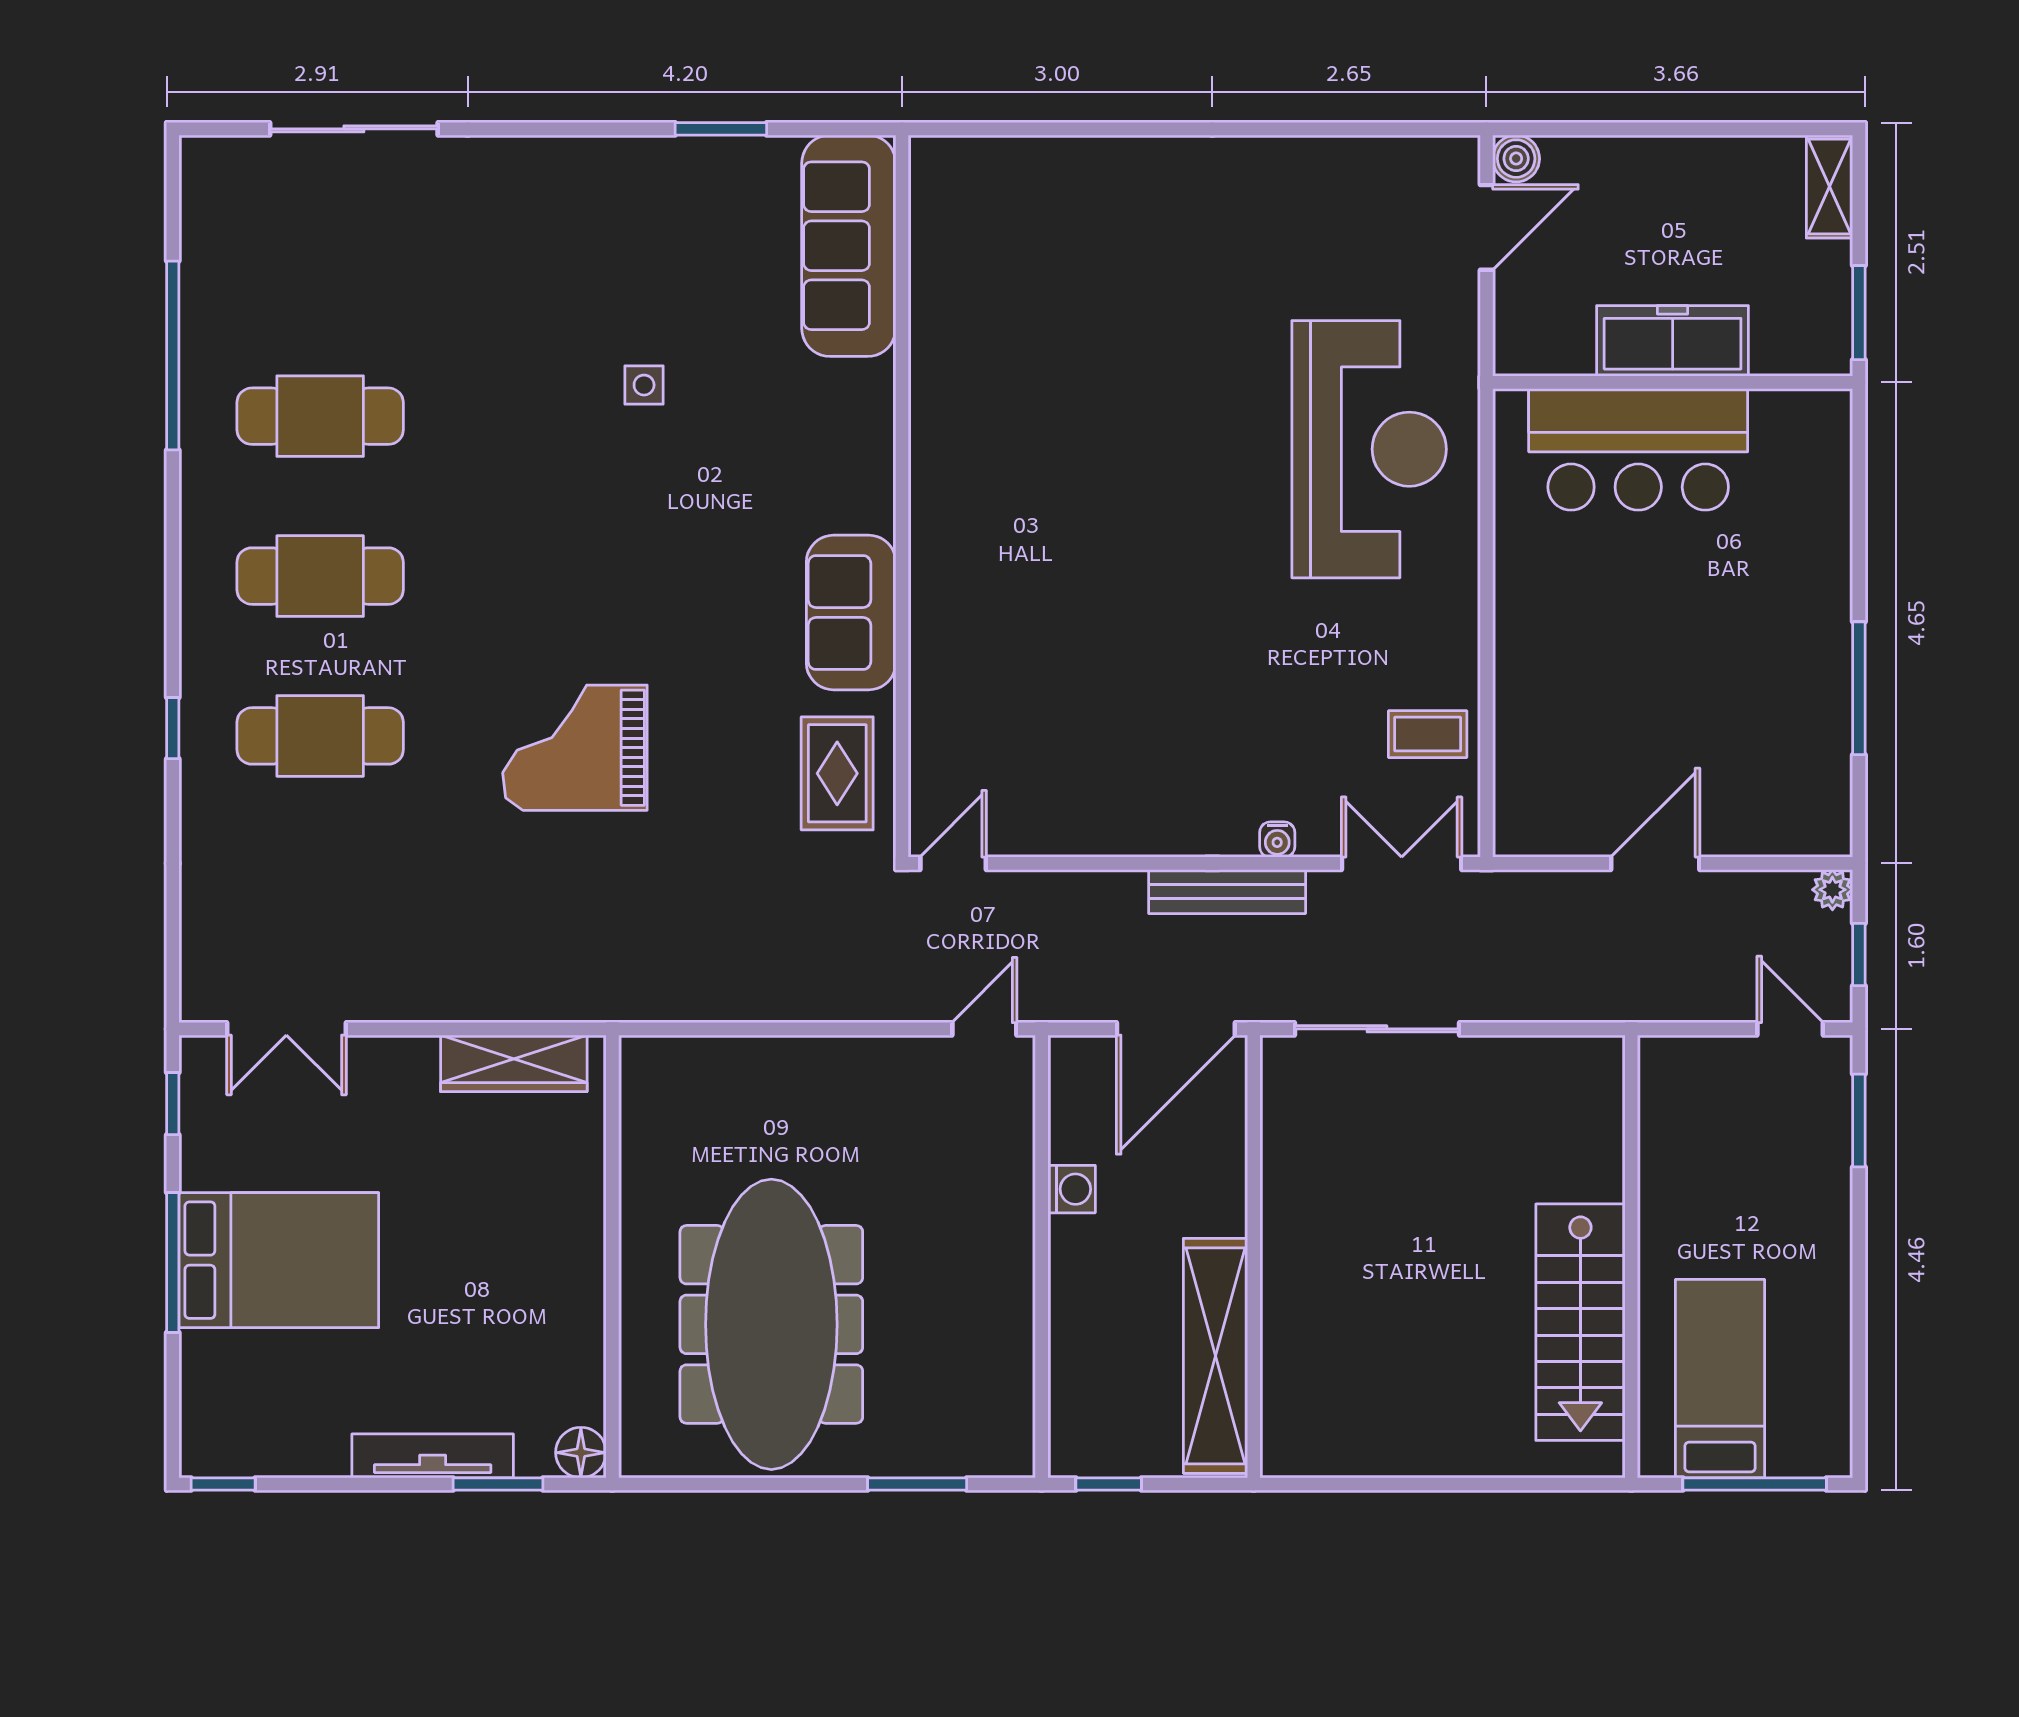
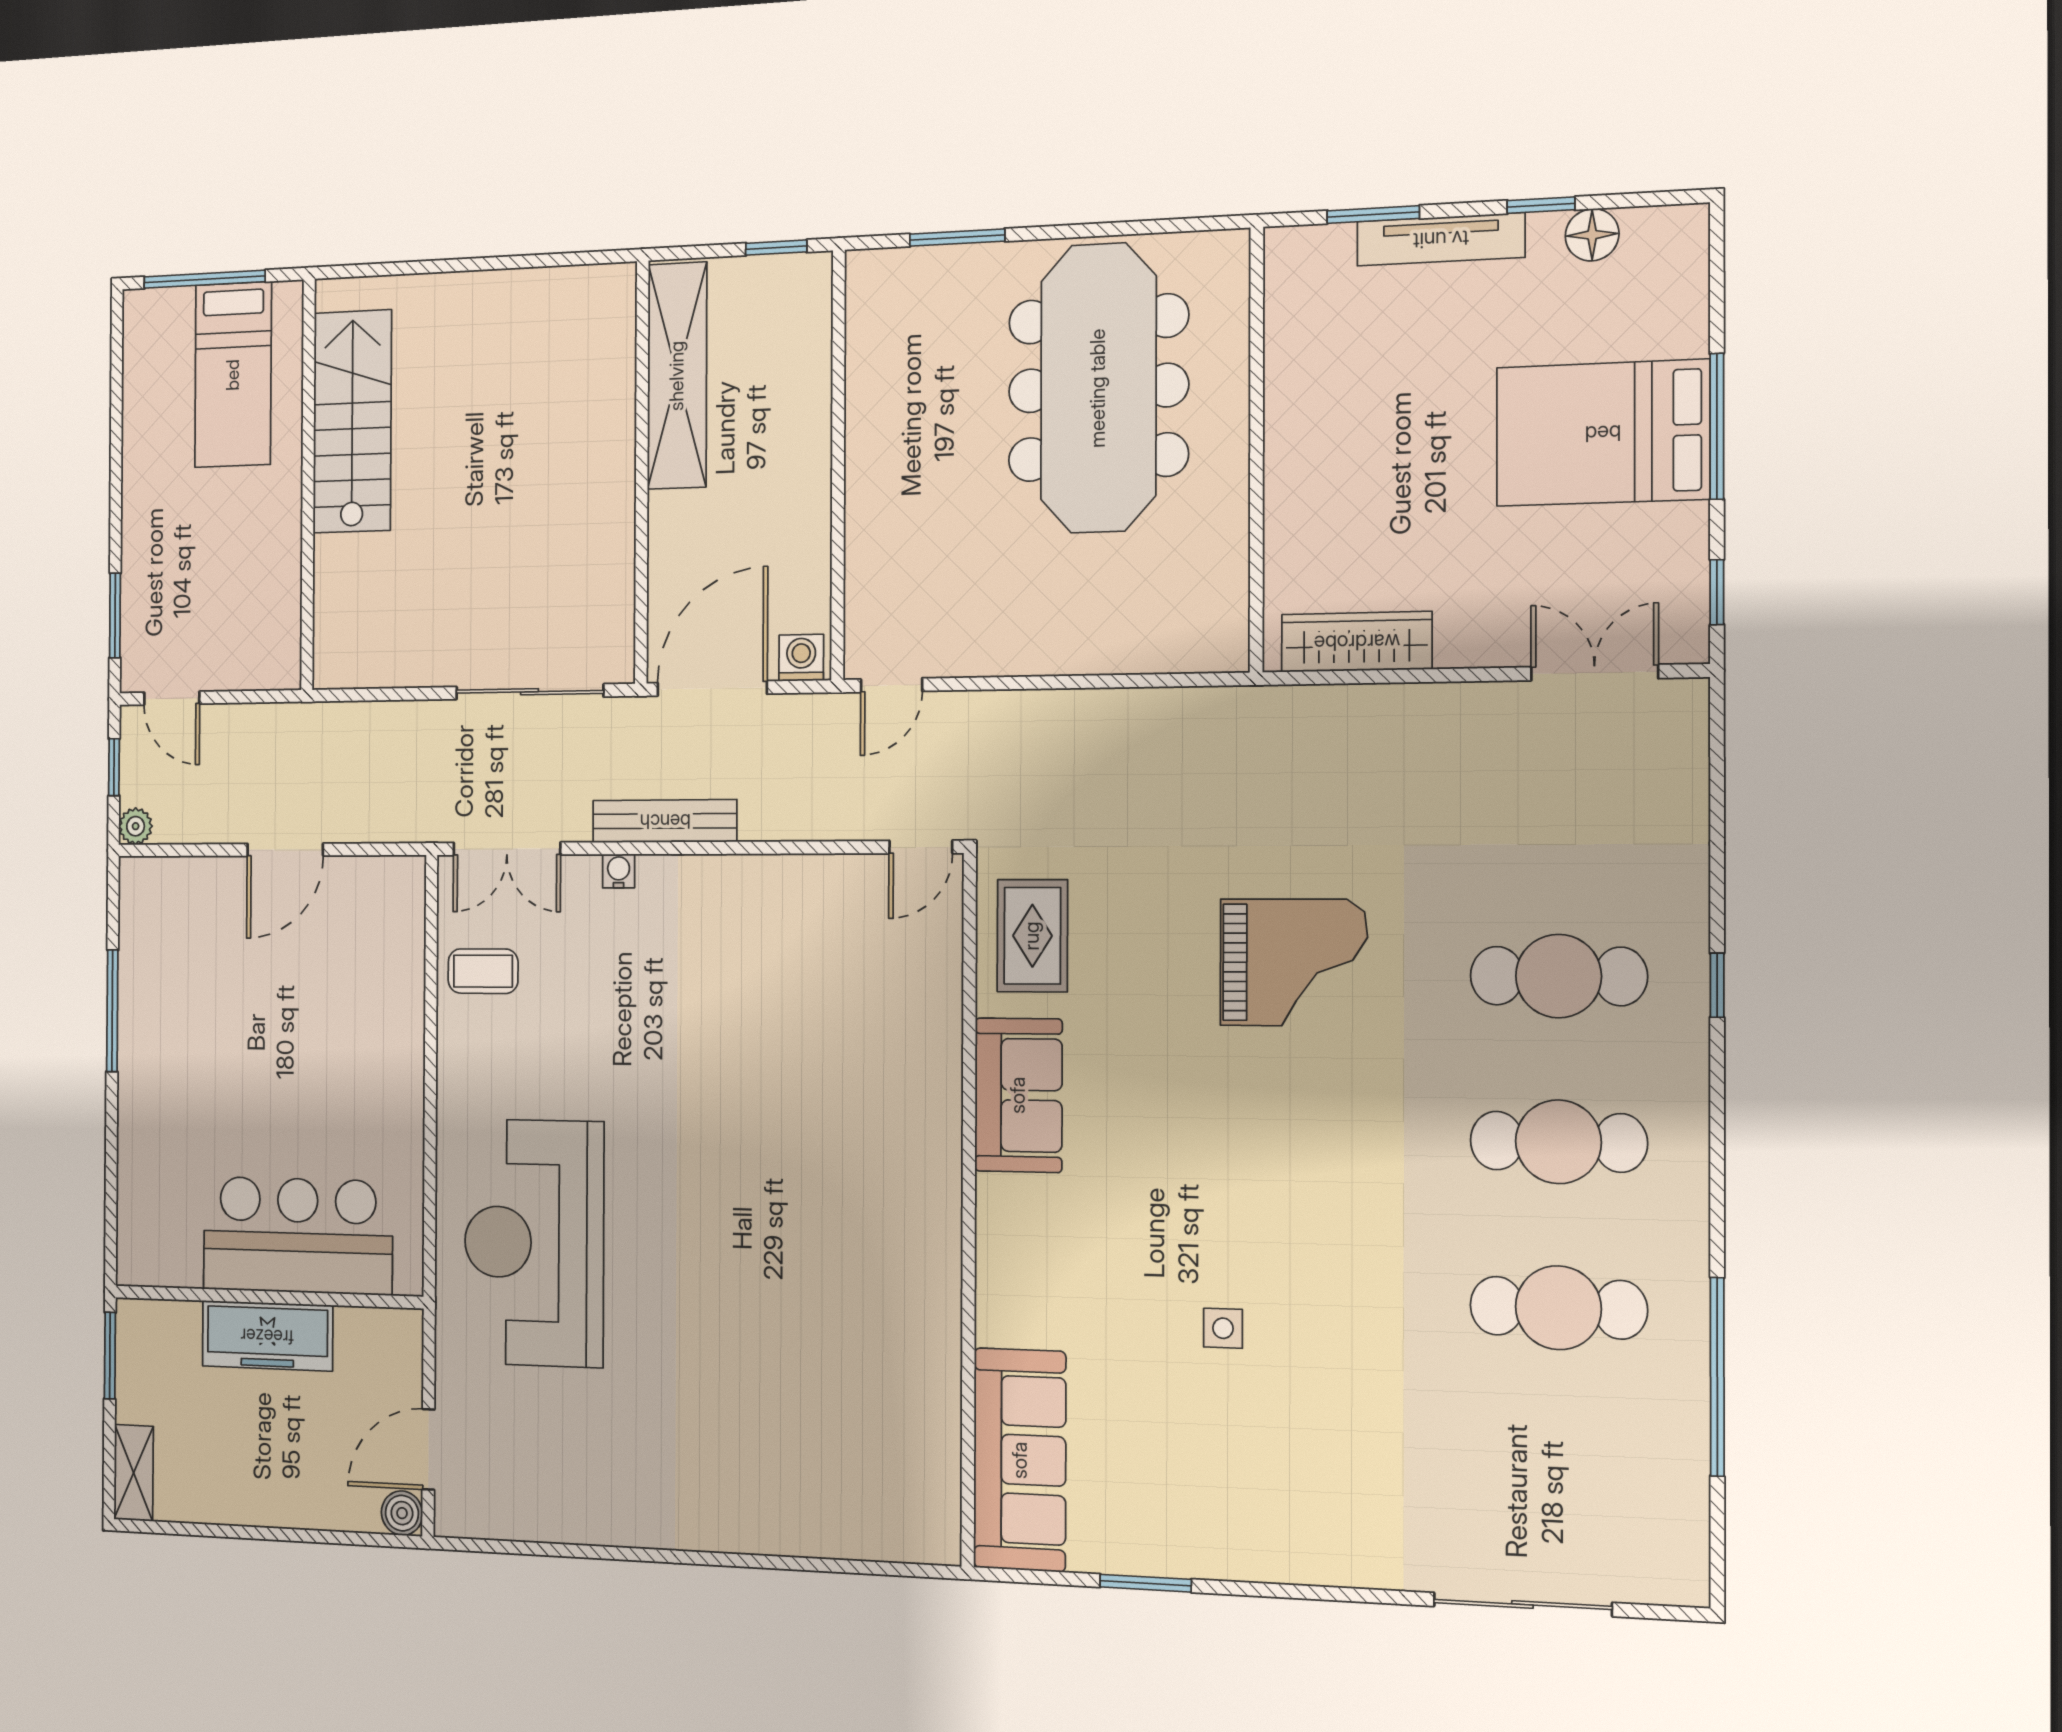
washing machine: (1072, 1189) -> (801, 658), moved, turned 90
floor lamp: (581, 1453) -> (1592, 235), moved
window: (223, 1484) -> (1541, 205), moved

